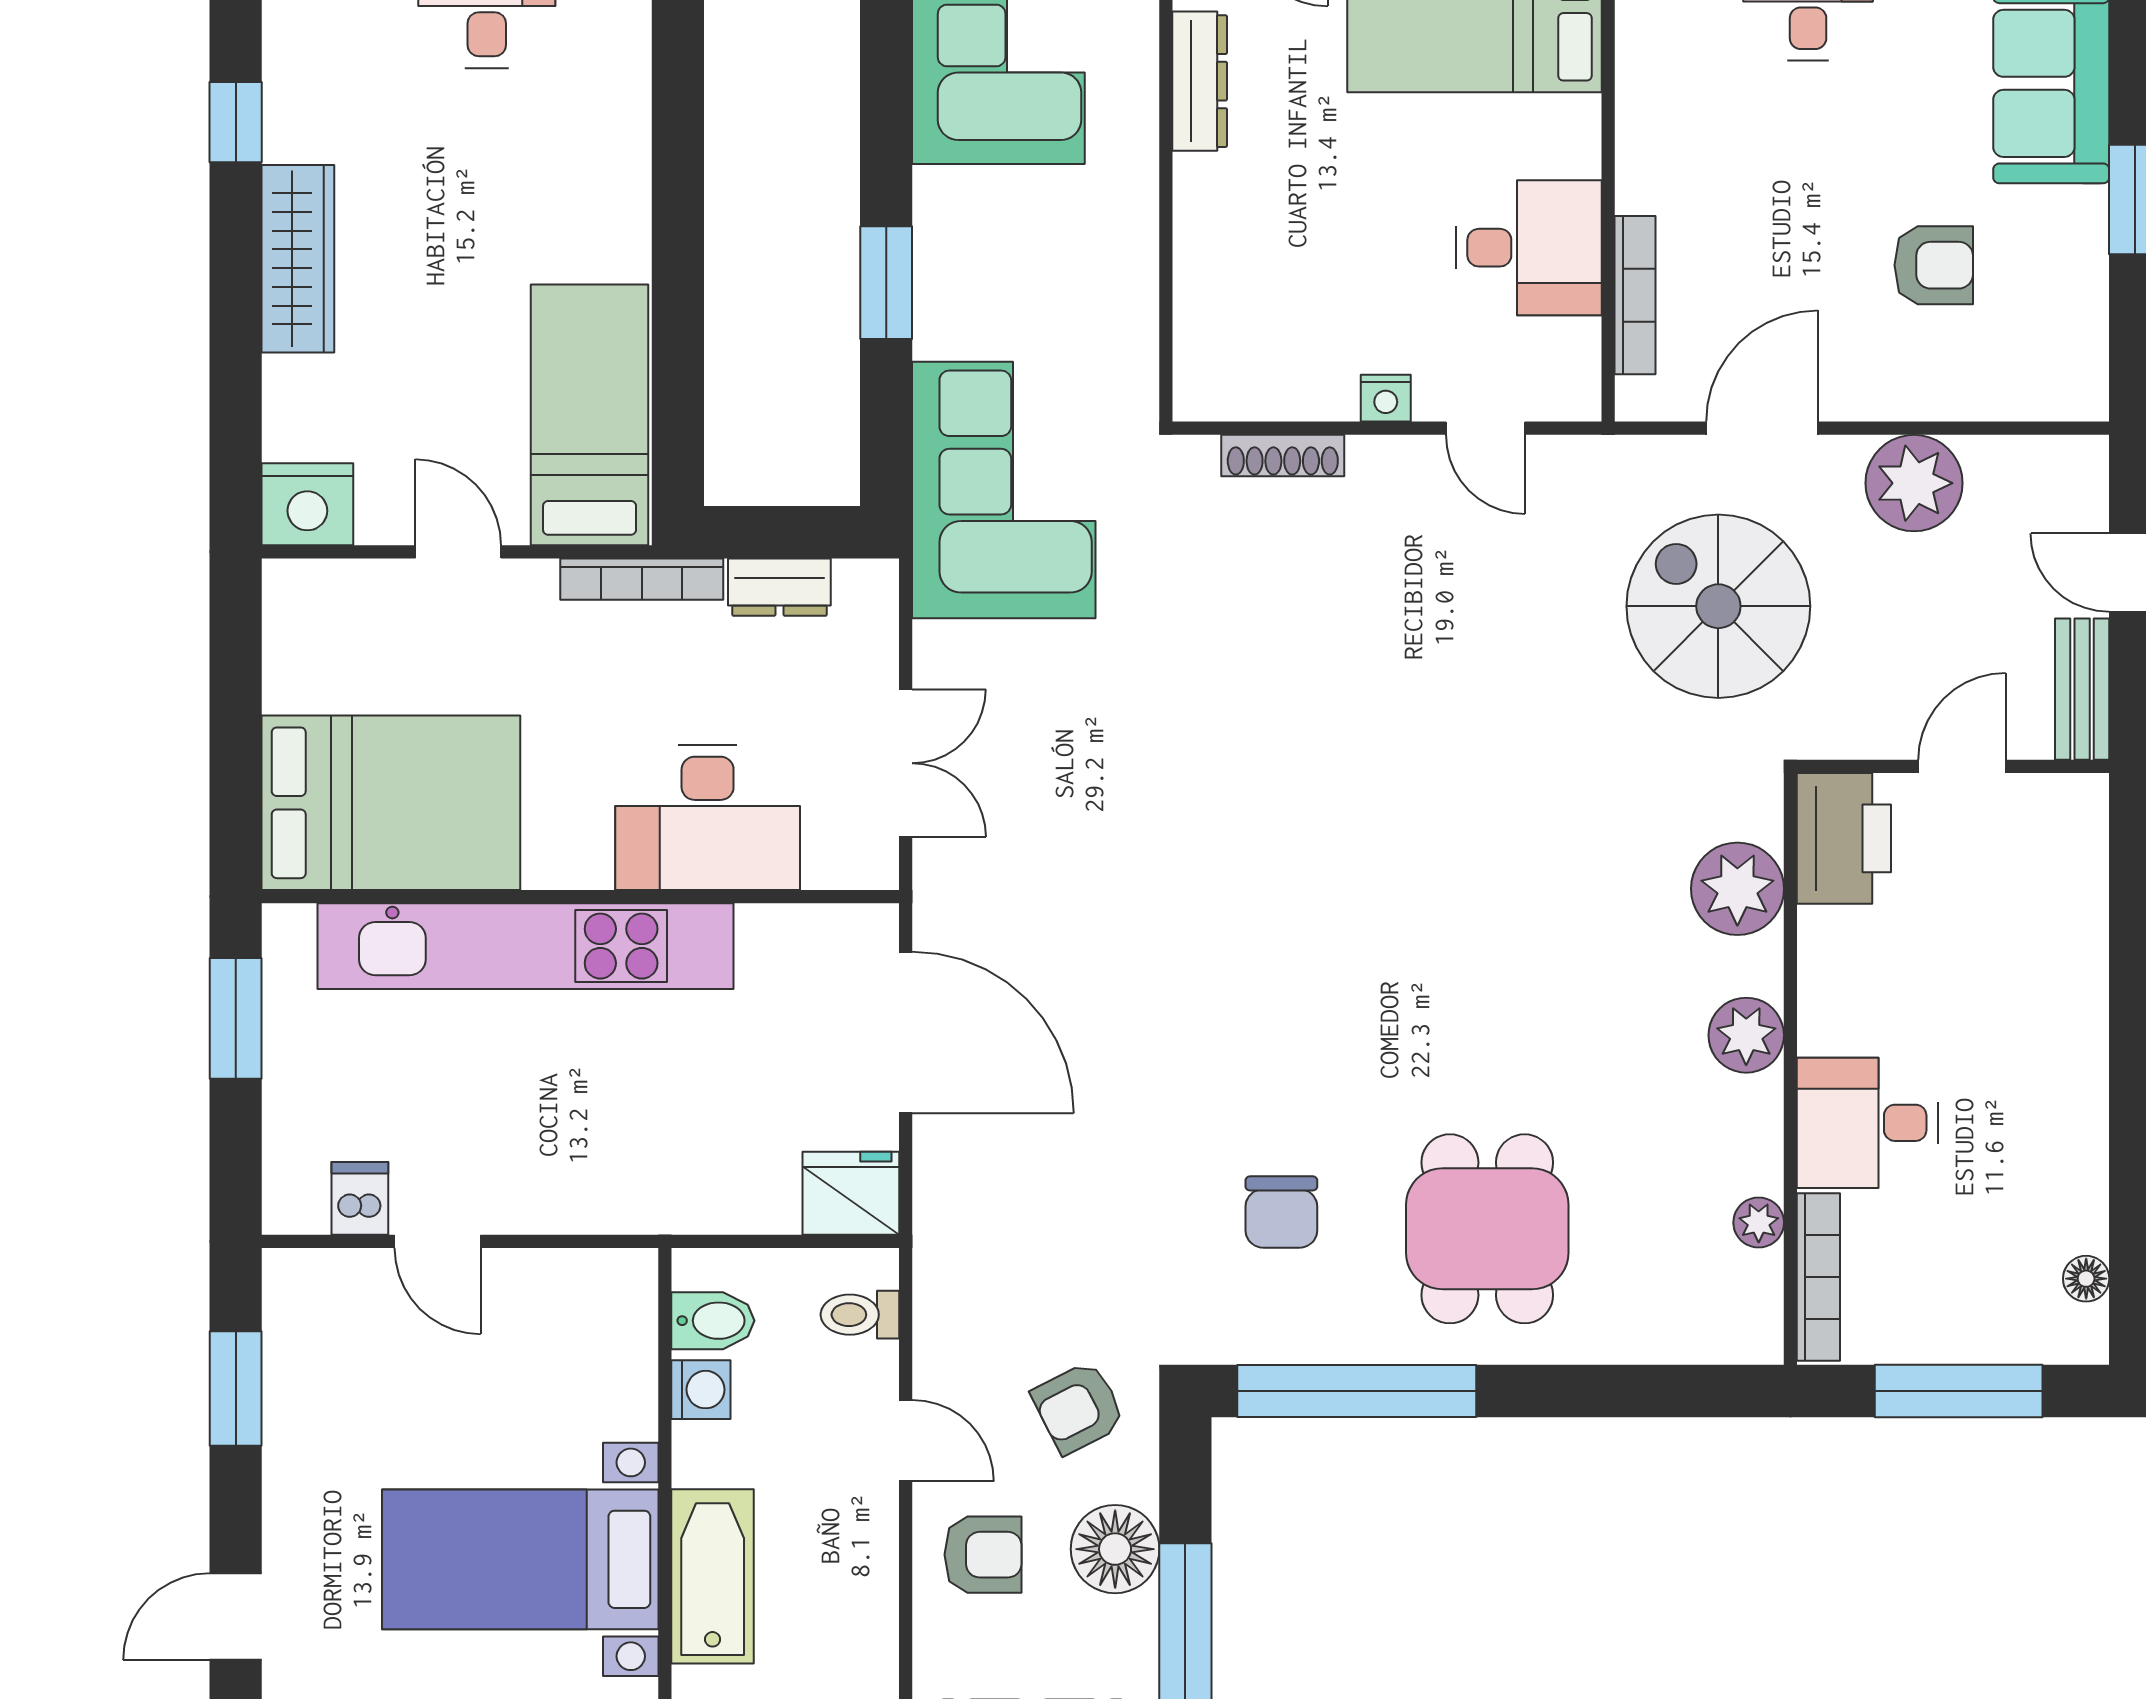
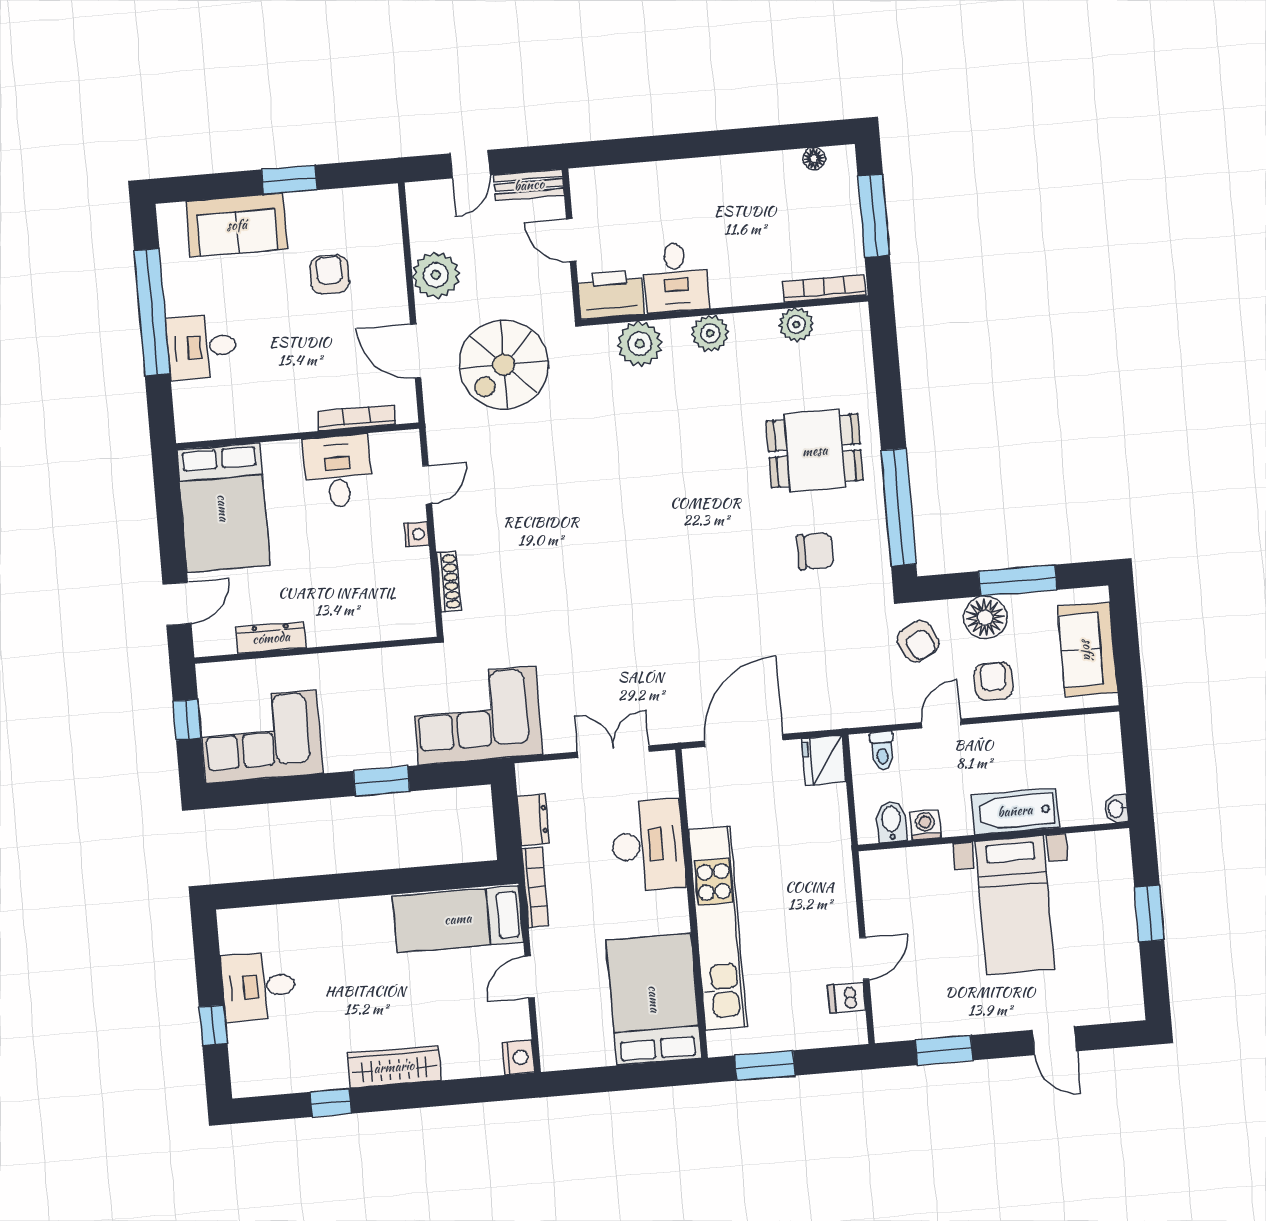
nightstand: (307, 504) -> (518, 1058), width x0.74, depth x0.75
desk: (1867, 1123) -> (676, 277), moved
plant: (1759, 1223) -> (796, 324), width x1.38, depth x1.38

